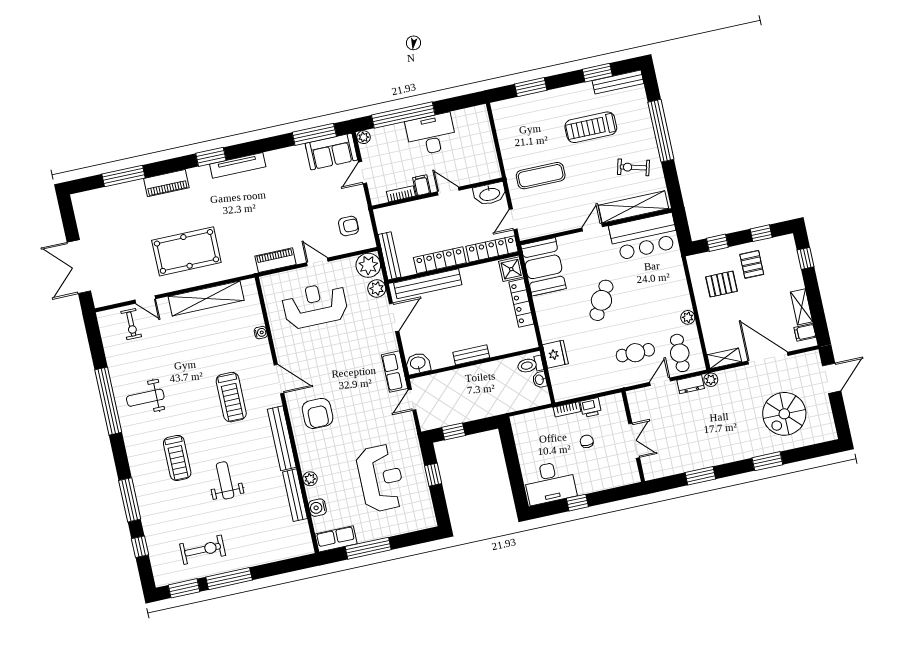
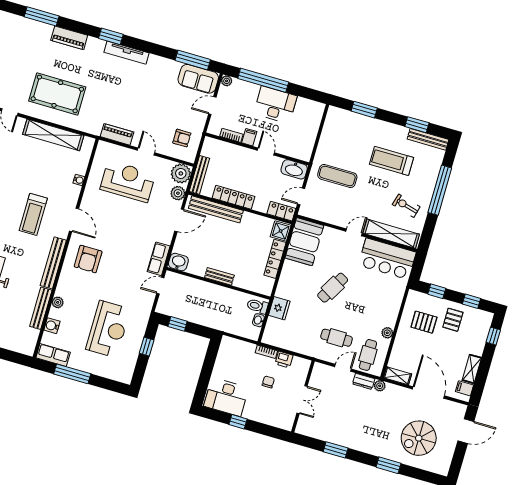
locker: (492, 249) -> (281, 211), width x0.66

